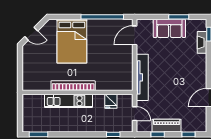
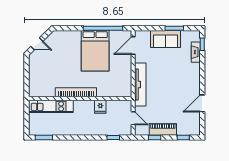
bed: (72, 41) -> (95, 51), moved
kitchen unit: (68, 101) -> (51, 106), moved
fridge: (111, 101) -> (100, 107), moved

